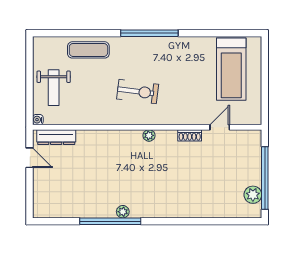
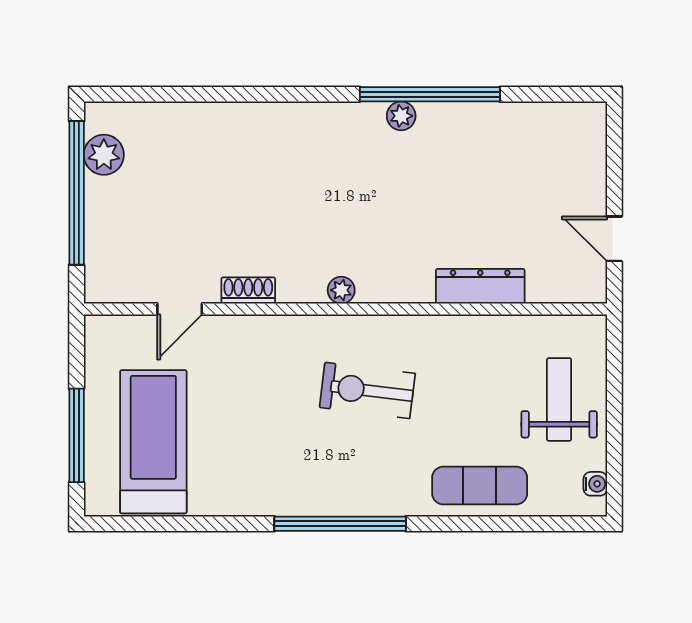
window: (265, 72) -> (77, 435), added
water cooler: (38, 120) -> (595, 484), moved
dresser: (56, 137) -> (480, 286), moved

